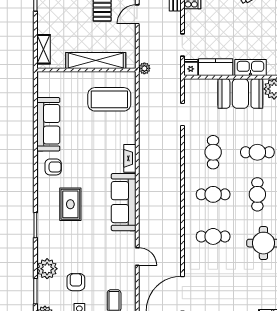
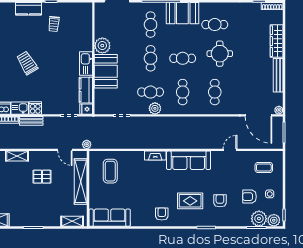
door: (137, 14) -> (65, 150), moved
coffee table: (109, 99) -> (110, 171), width x0.73, depth x0.76
sofa: (48, 124) -> (110, 218), moved
plant: (192, 158) -> (155, 108), added
armchair: (70, 243) -> (220, 201), added
plant: (47, 269) -> (259, 219), moved

